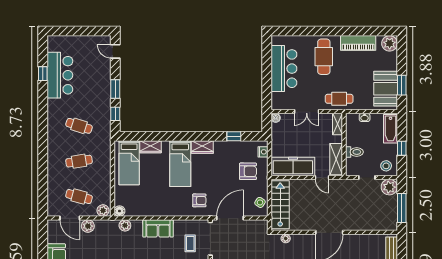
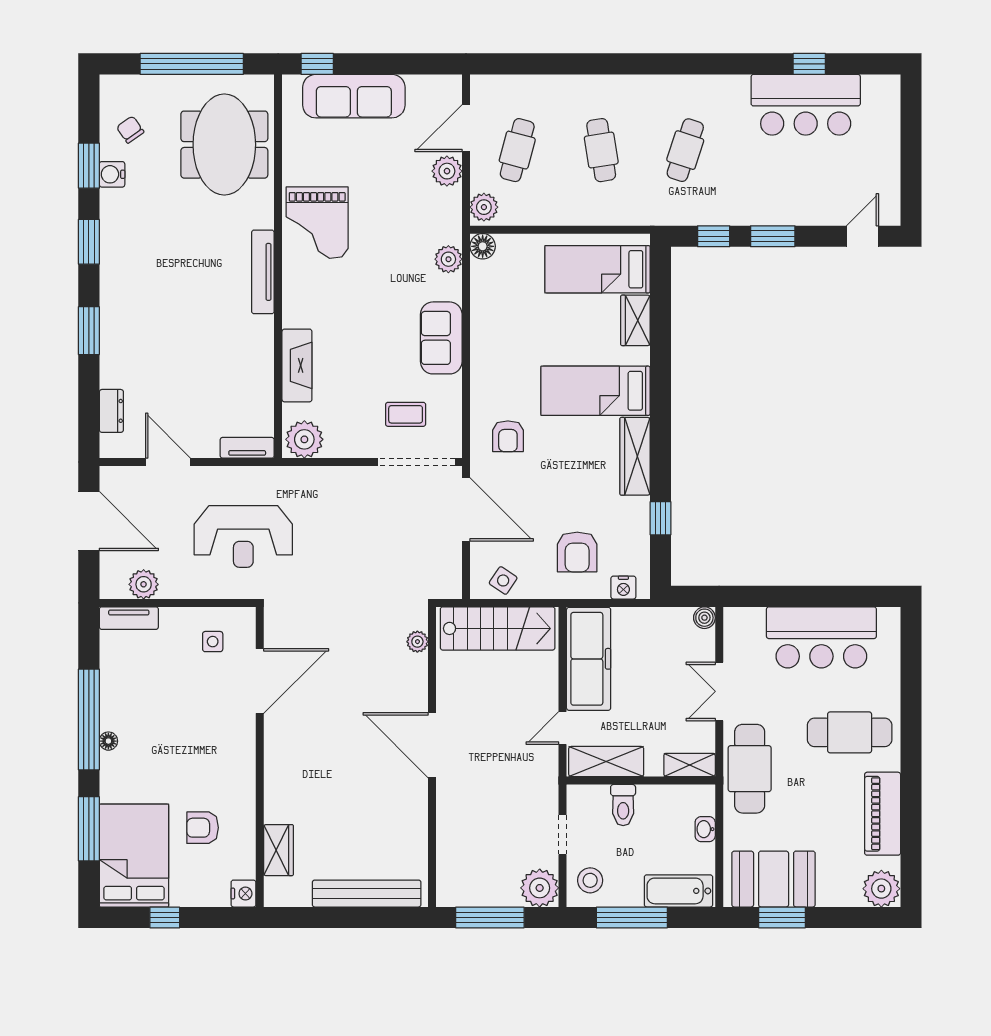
cafe table: (339, 99) -> (750, 769), width x1.37, depth x1.35
wardrobe: (202, 147) -> (635, 456), width x1.50
window: (402, 148) -> (632, 917), width x2.17

